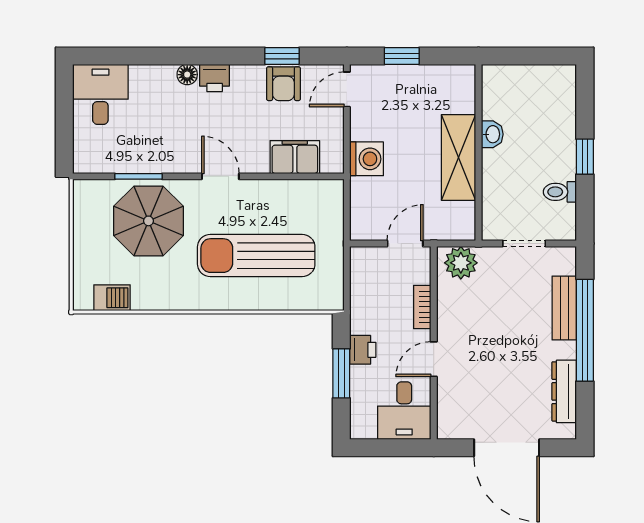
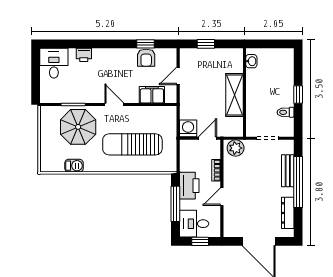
floor lamp: (187, 75) -> (98, 53), removed
printer: (215, 78) -> (84, 55), moved
door: (347, 89) -> (178, 76), moved
washbasin: (492, 134) -> (251, 61), moved
washing machine: (367, 159) -> (188, 128), moved, turned -90
barbecue: (112, 298) -> (74, 166), moved
printer: (363, 350) -> (189, 186), width x1.87, depth x1.48
window: (341, 373) -> (175, 204), width x1.44
desk: (404, 411) -> (194, 224), moved, turned 90
window: (391, 448) -> (200, 241), added

